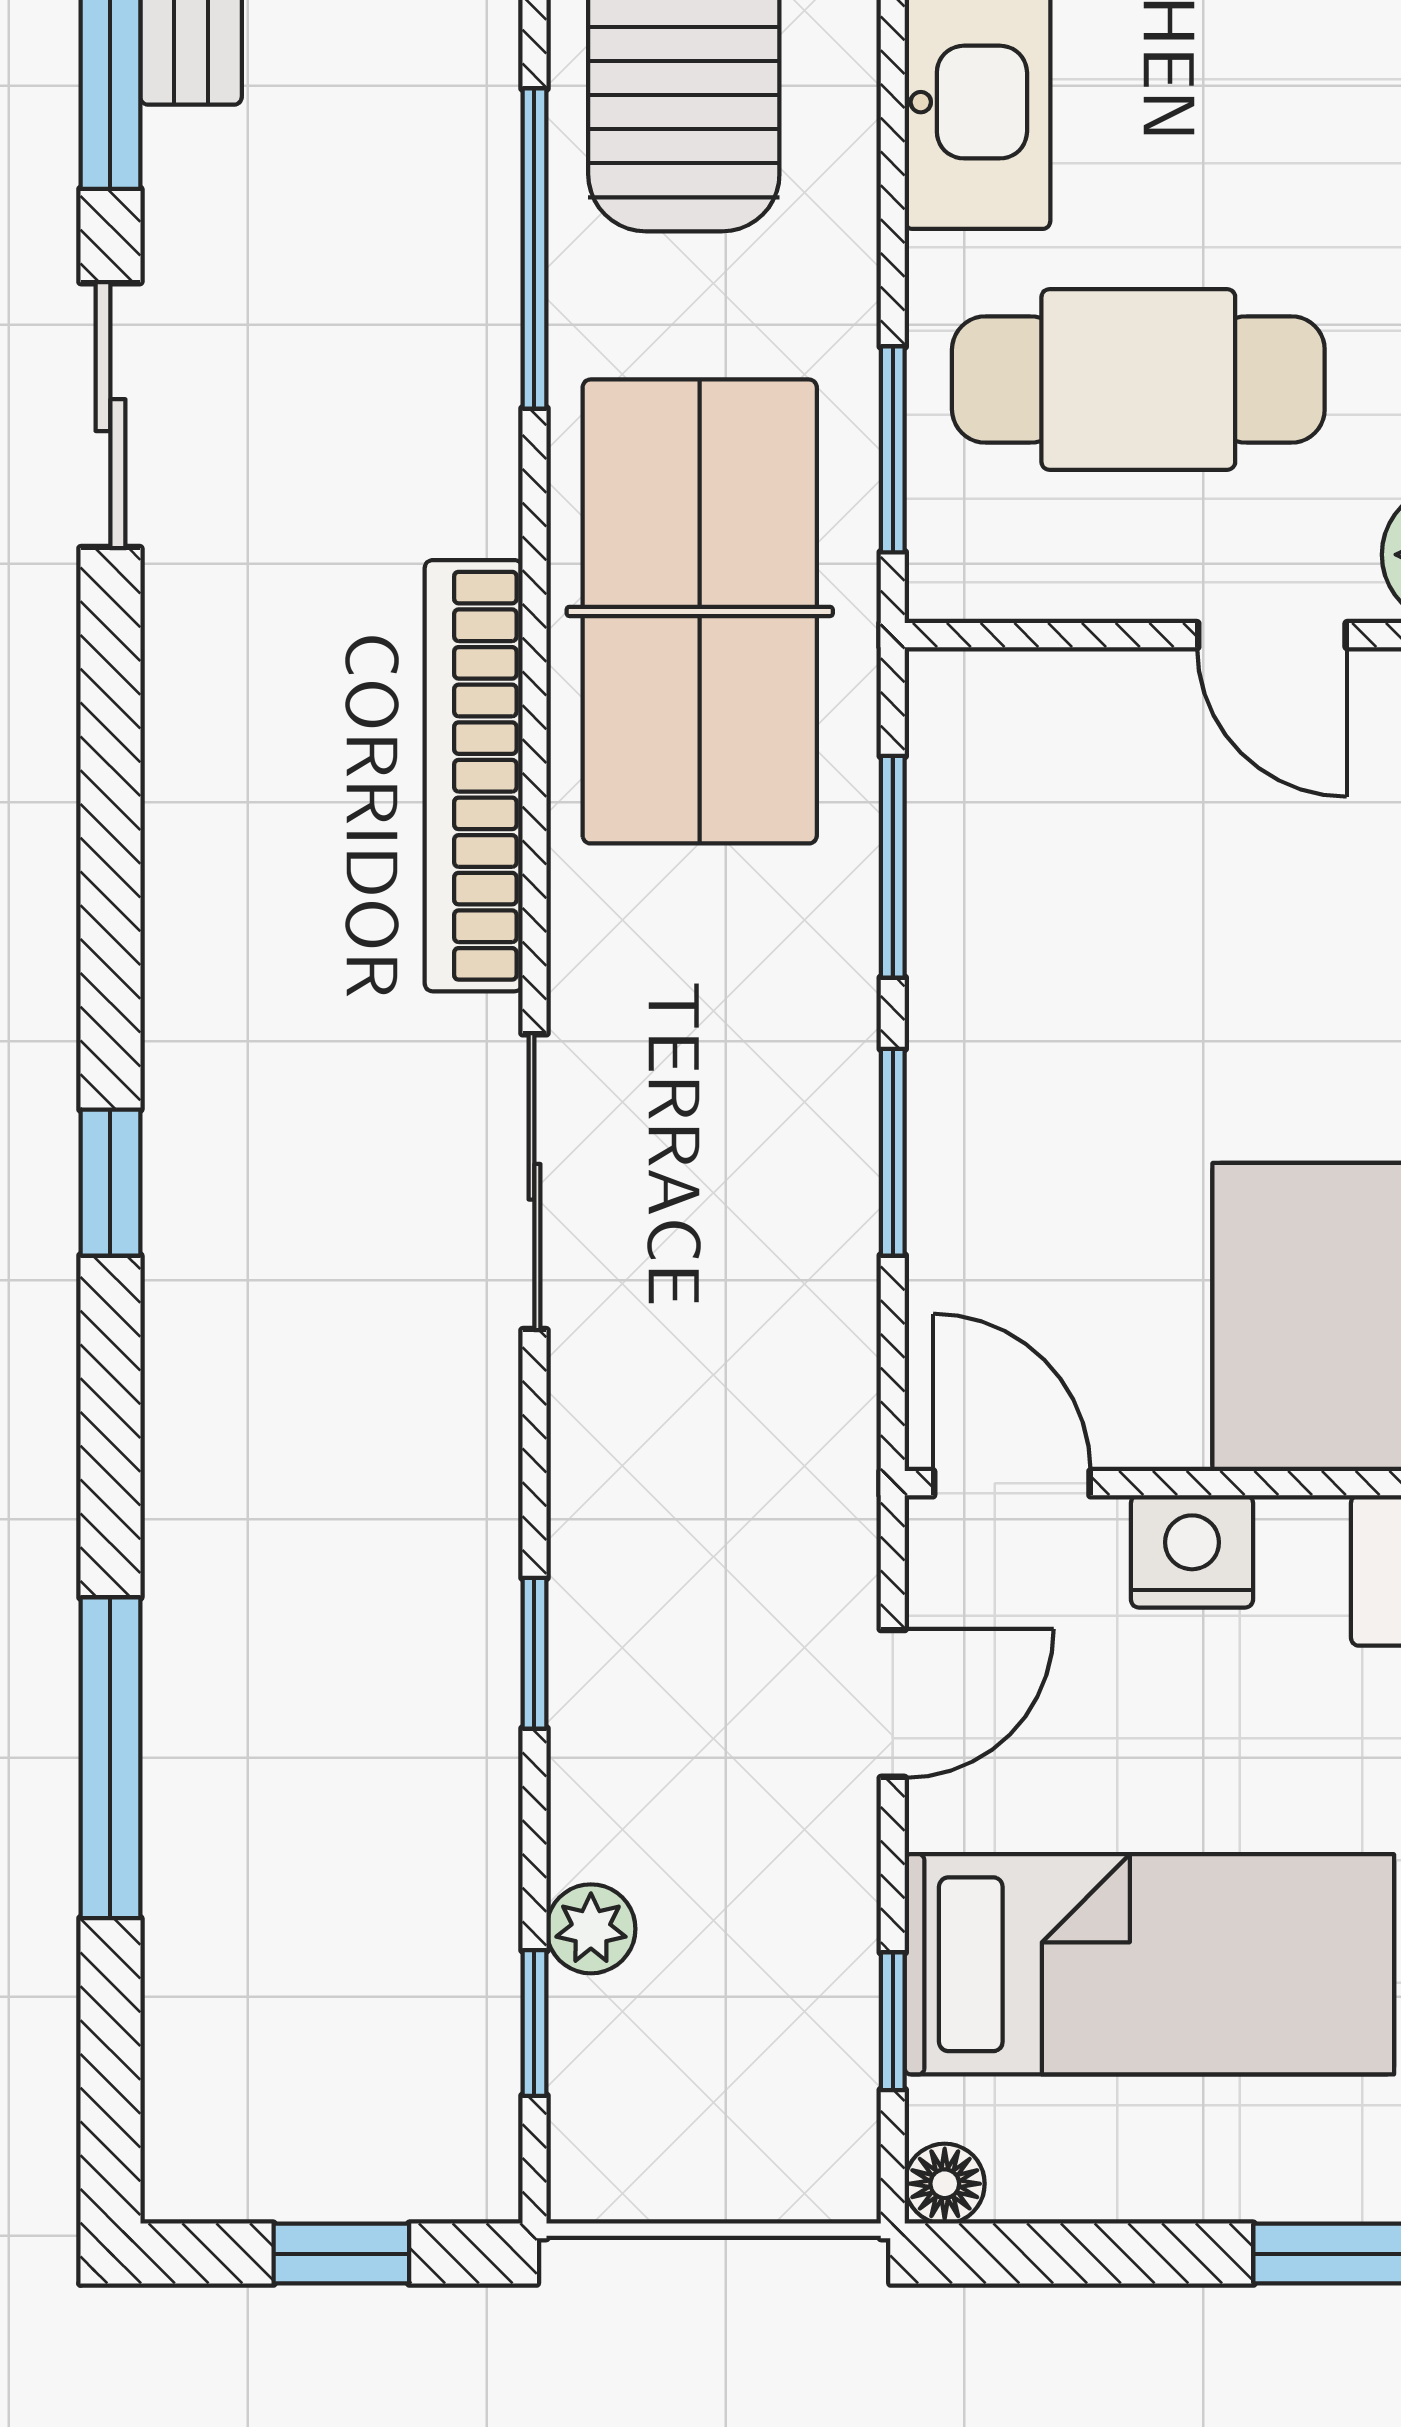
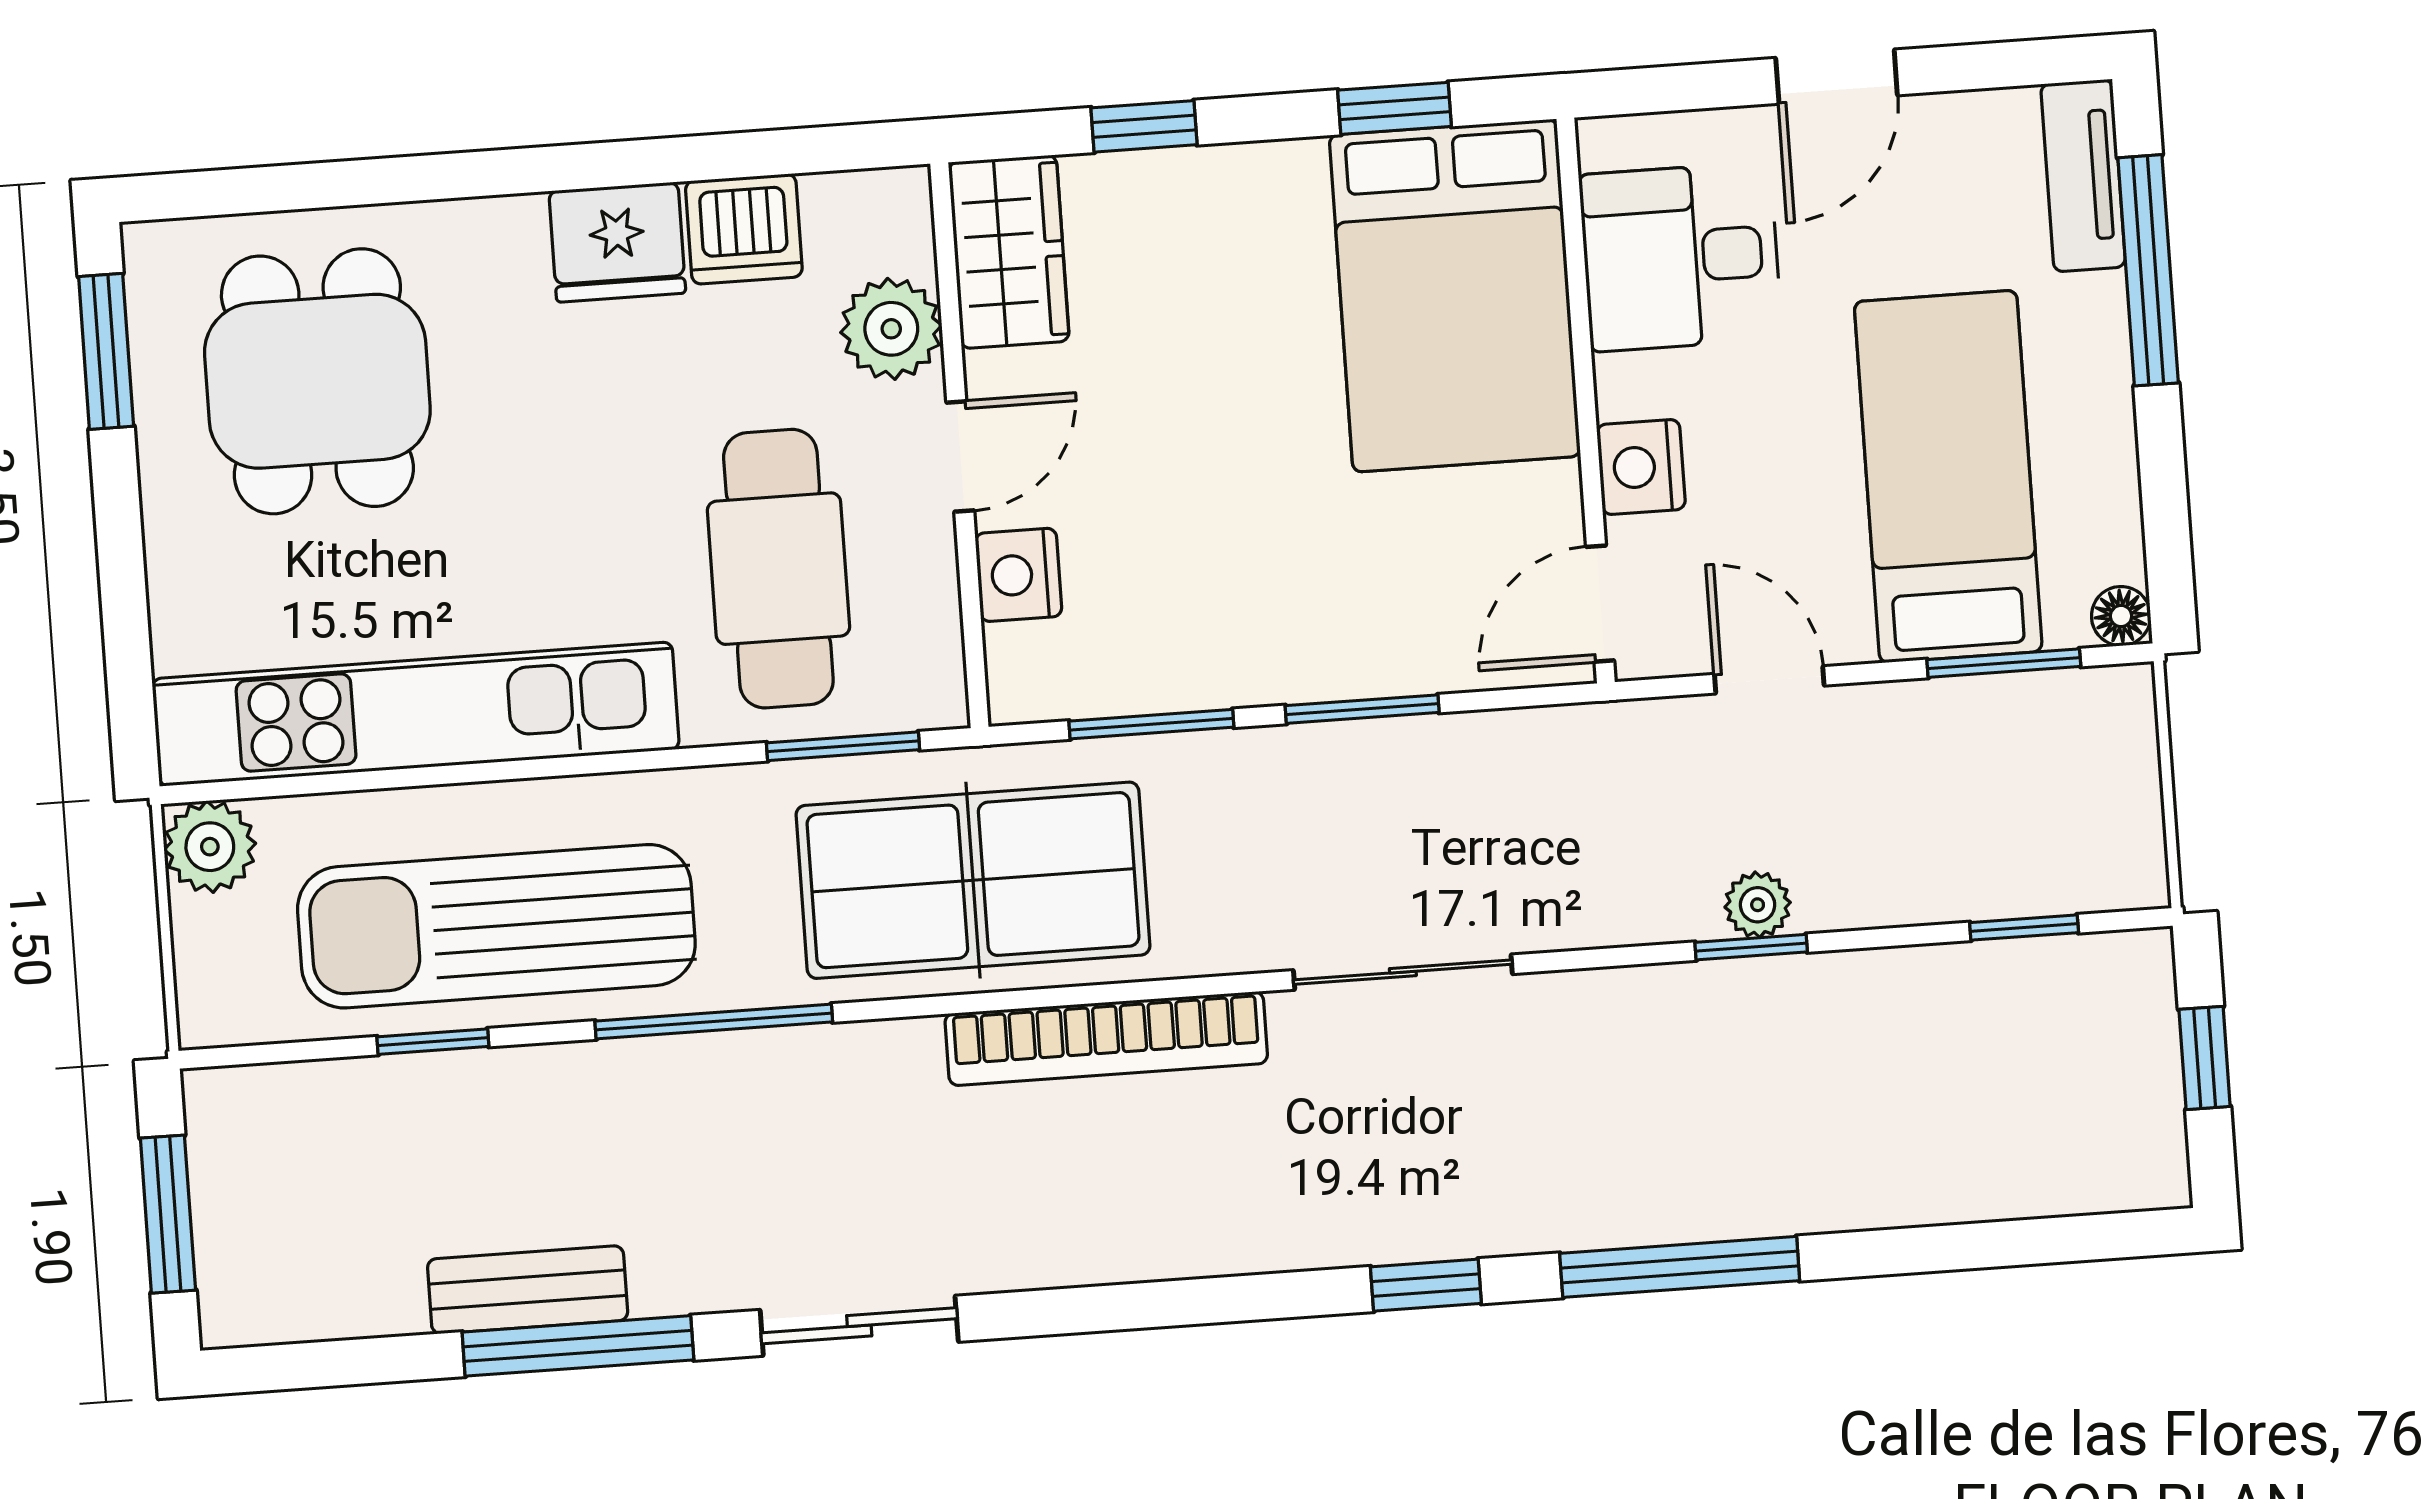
nightstand: (1107, 702) -> (1018, 575), added
window: (110, 1758) -> (1680, 1267), moved
plant: (591, 1929) -> (1758, 905), moved
window: (893, 2021) -> (2004, 663), width x1.50

